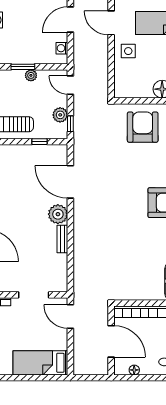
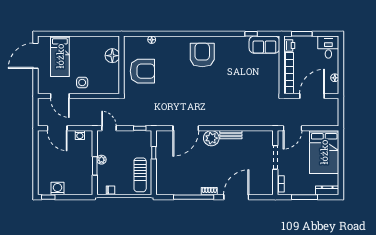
door: (111, 23) -> (60, 96), hinge flipped
door: (70, 85) -> (109, 128), swing flipped
plant: (60, 115) -> (133, 136), removed
armchair: (143, 127) -> (142, 71), turned 180
bed: (40, 363) -> (324, 152), width x1.50

